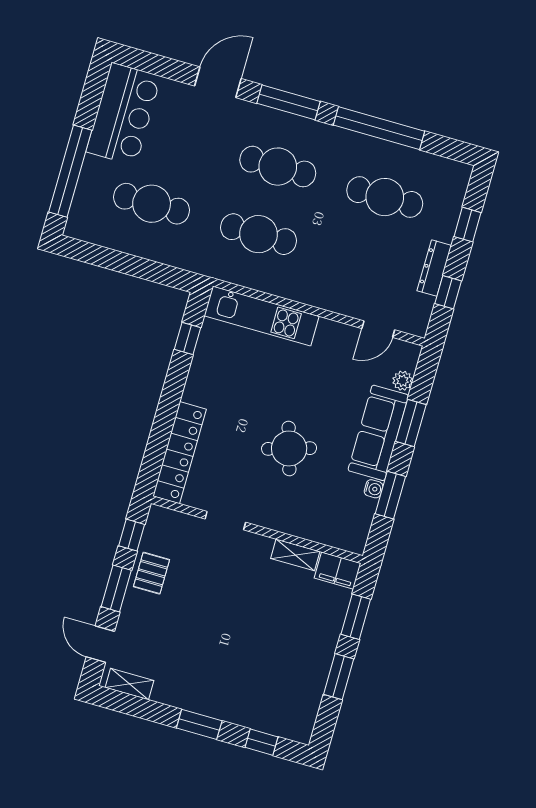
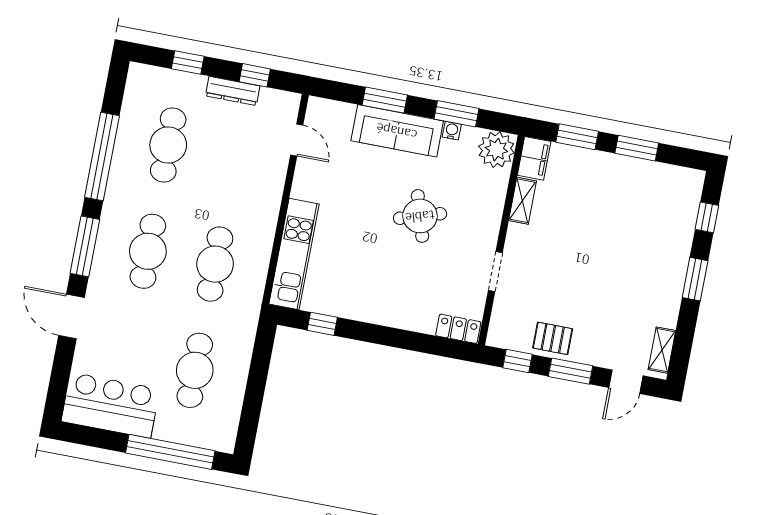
plant: (403, 381) -> (496, 150), moved, width x1.88, depth x1.88
locker: (180, 453) -> (458, 329), width x0.46, depth x0.83

